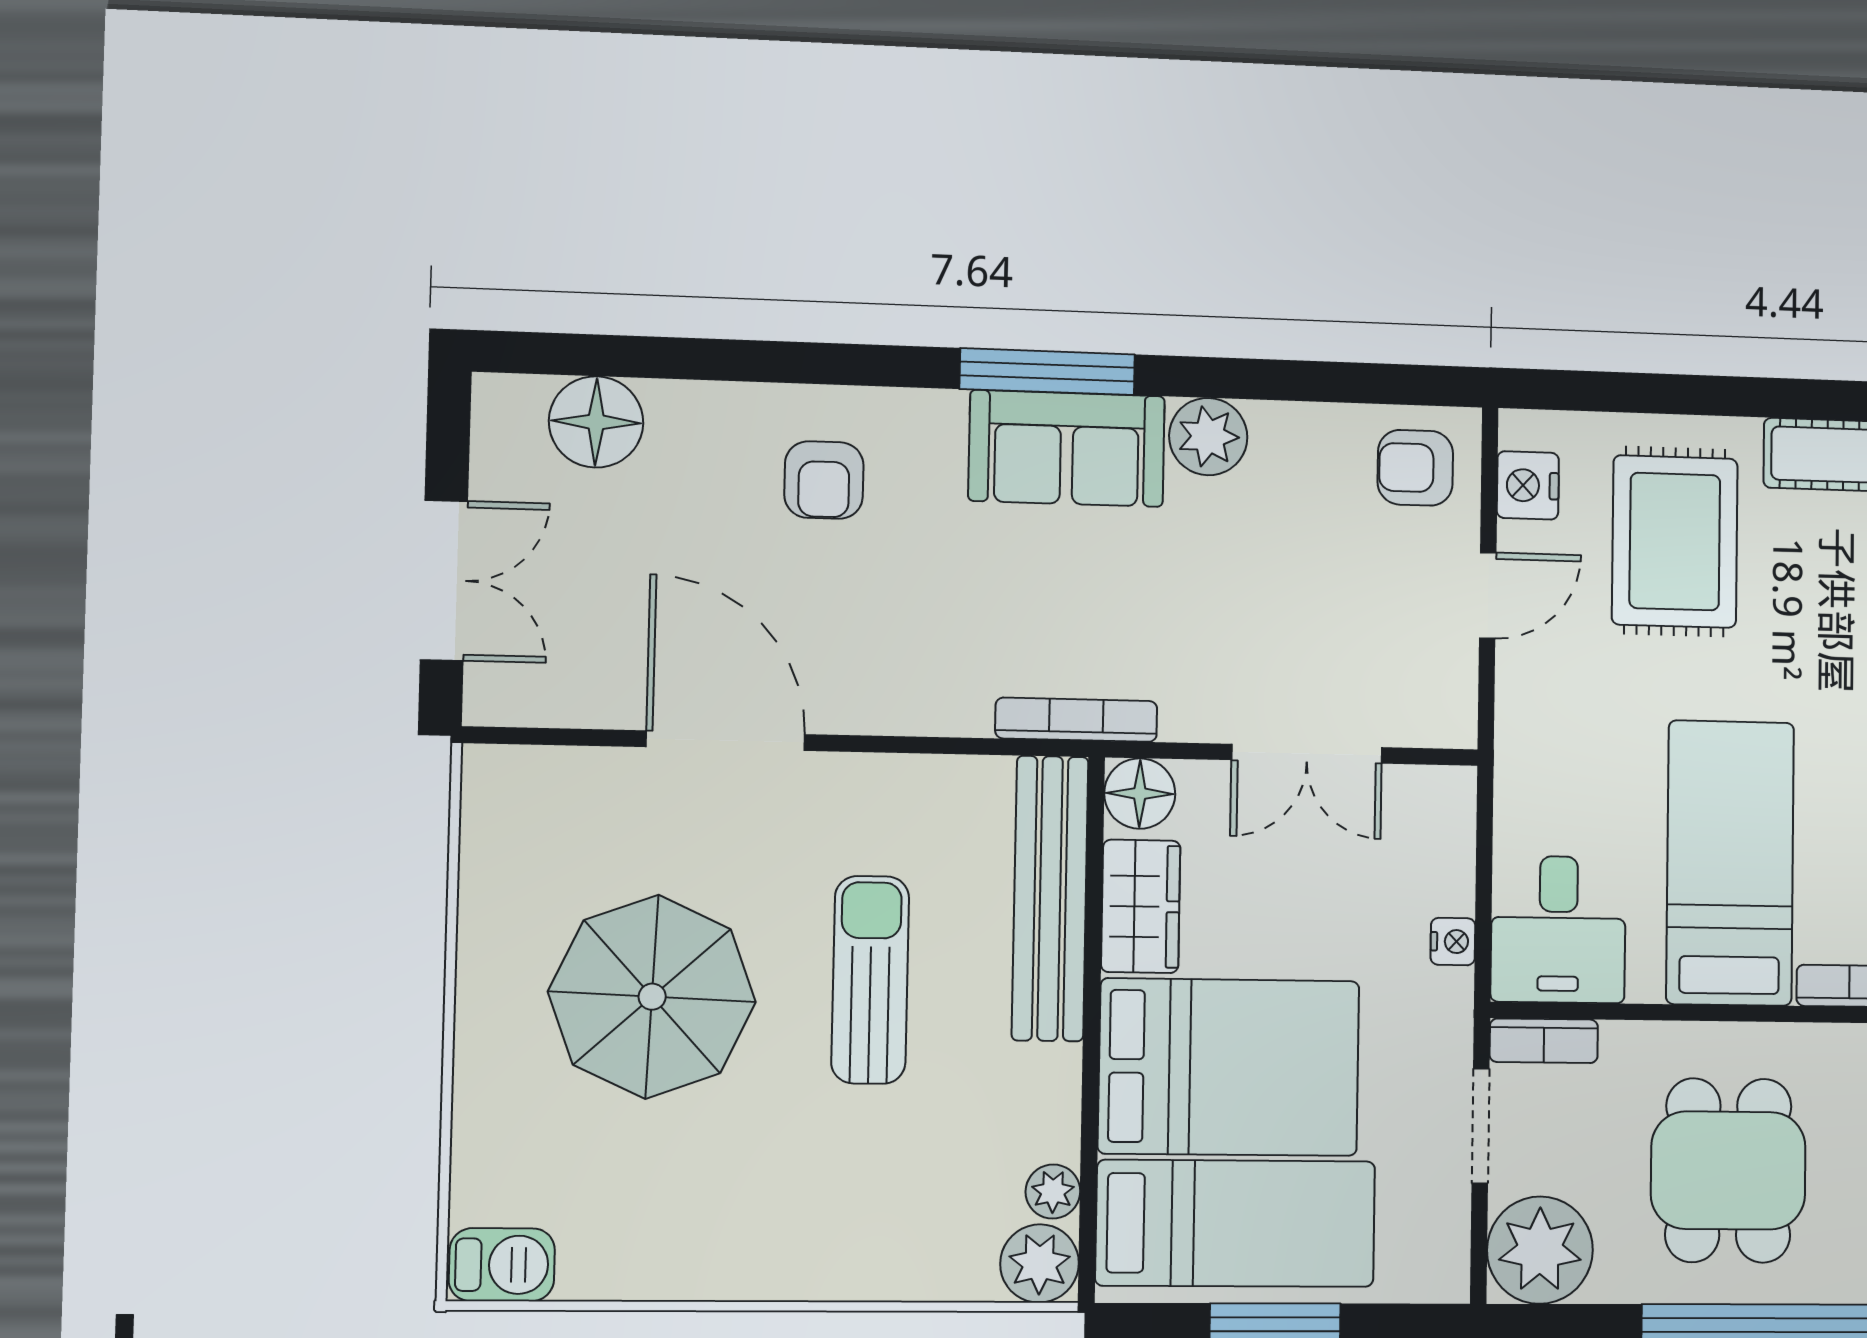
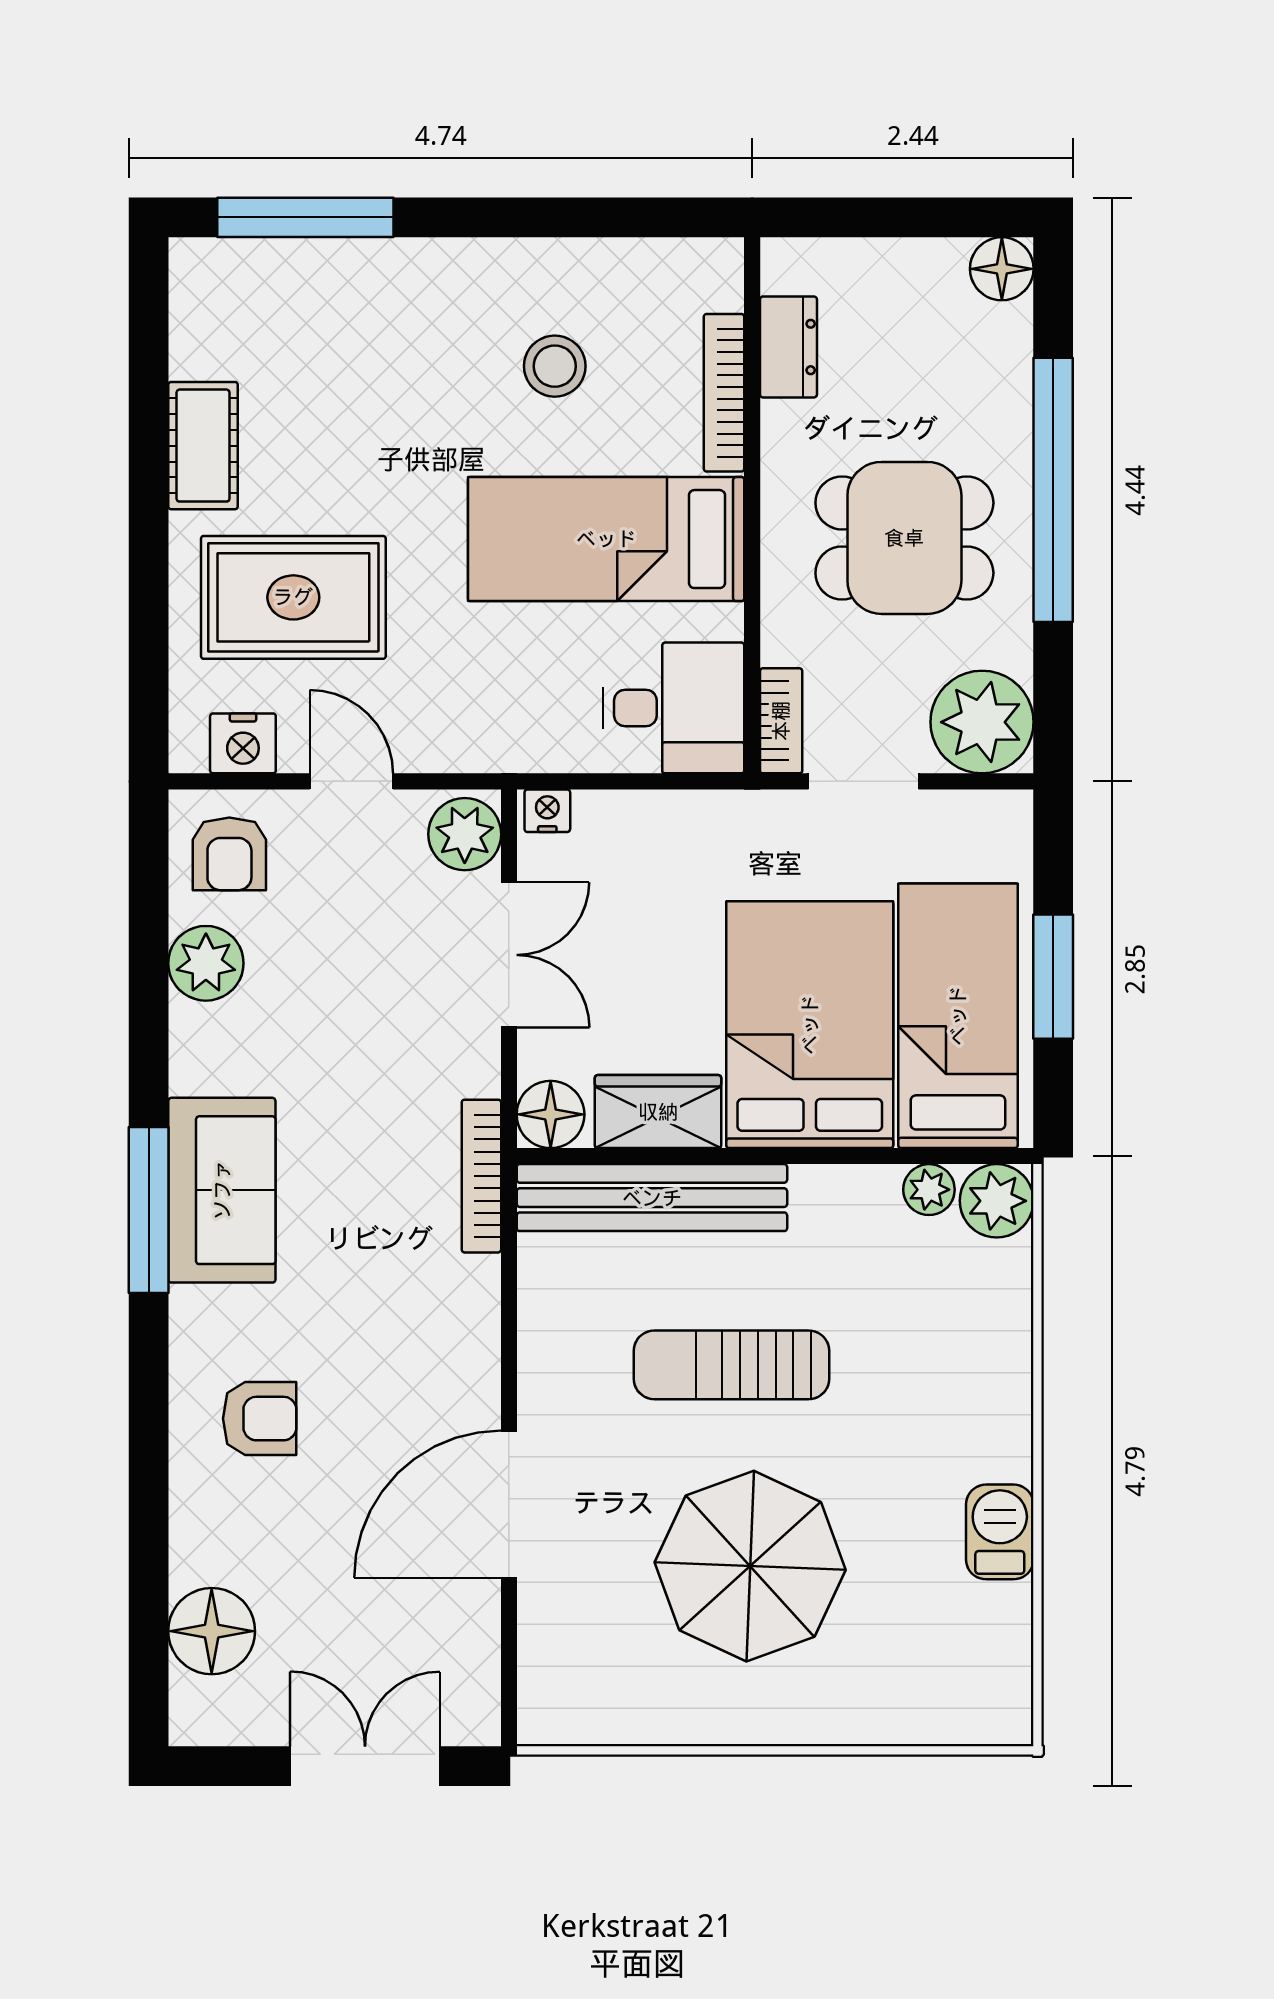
plant: (1208, 437) -> (206, 963), moved
plant: (1432, 711) -> (465, 834), added
nightstand: (1453, 942) -> (547, 811), moved
barbecue: (502, 1265) -> (1000, 1532), moved

